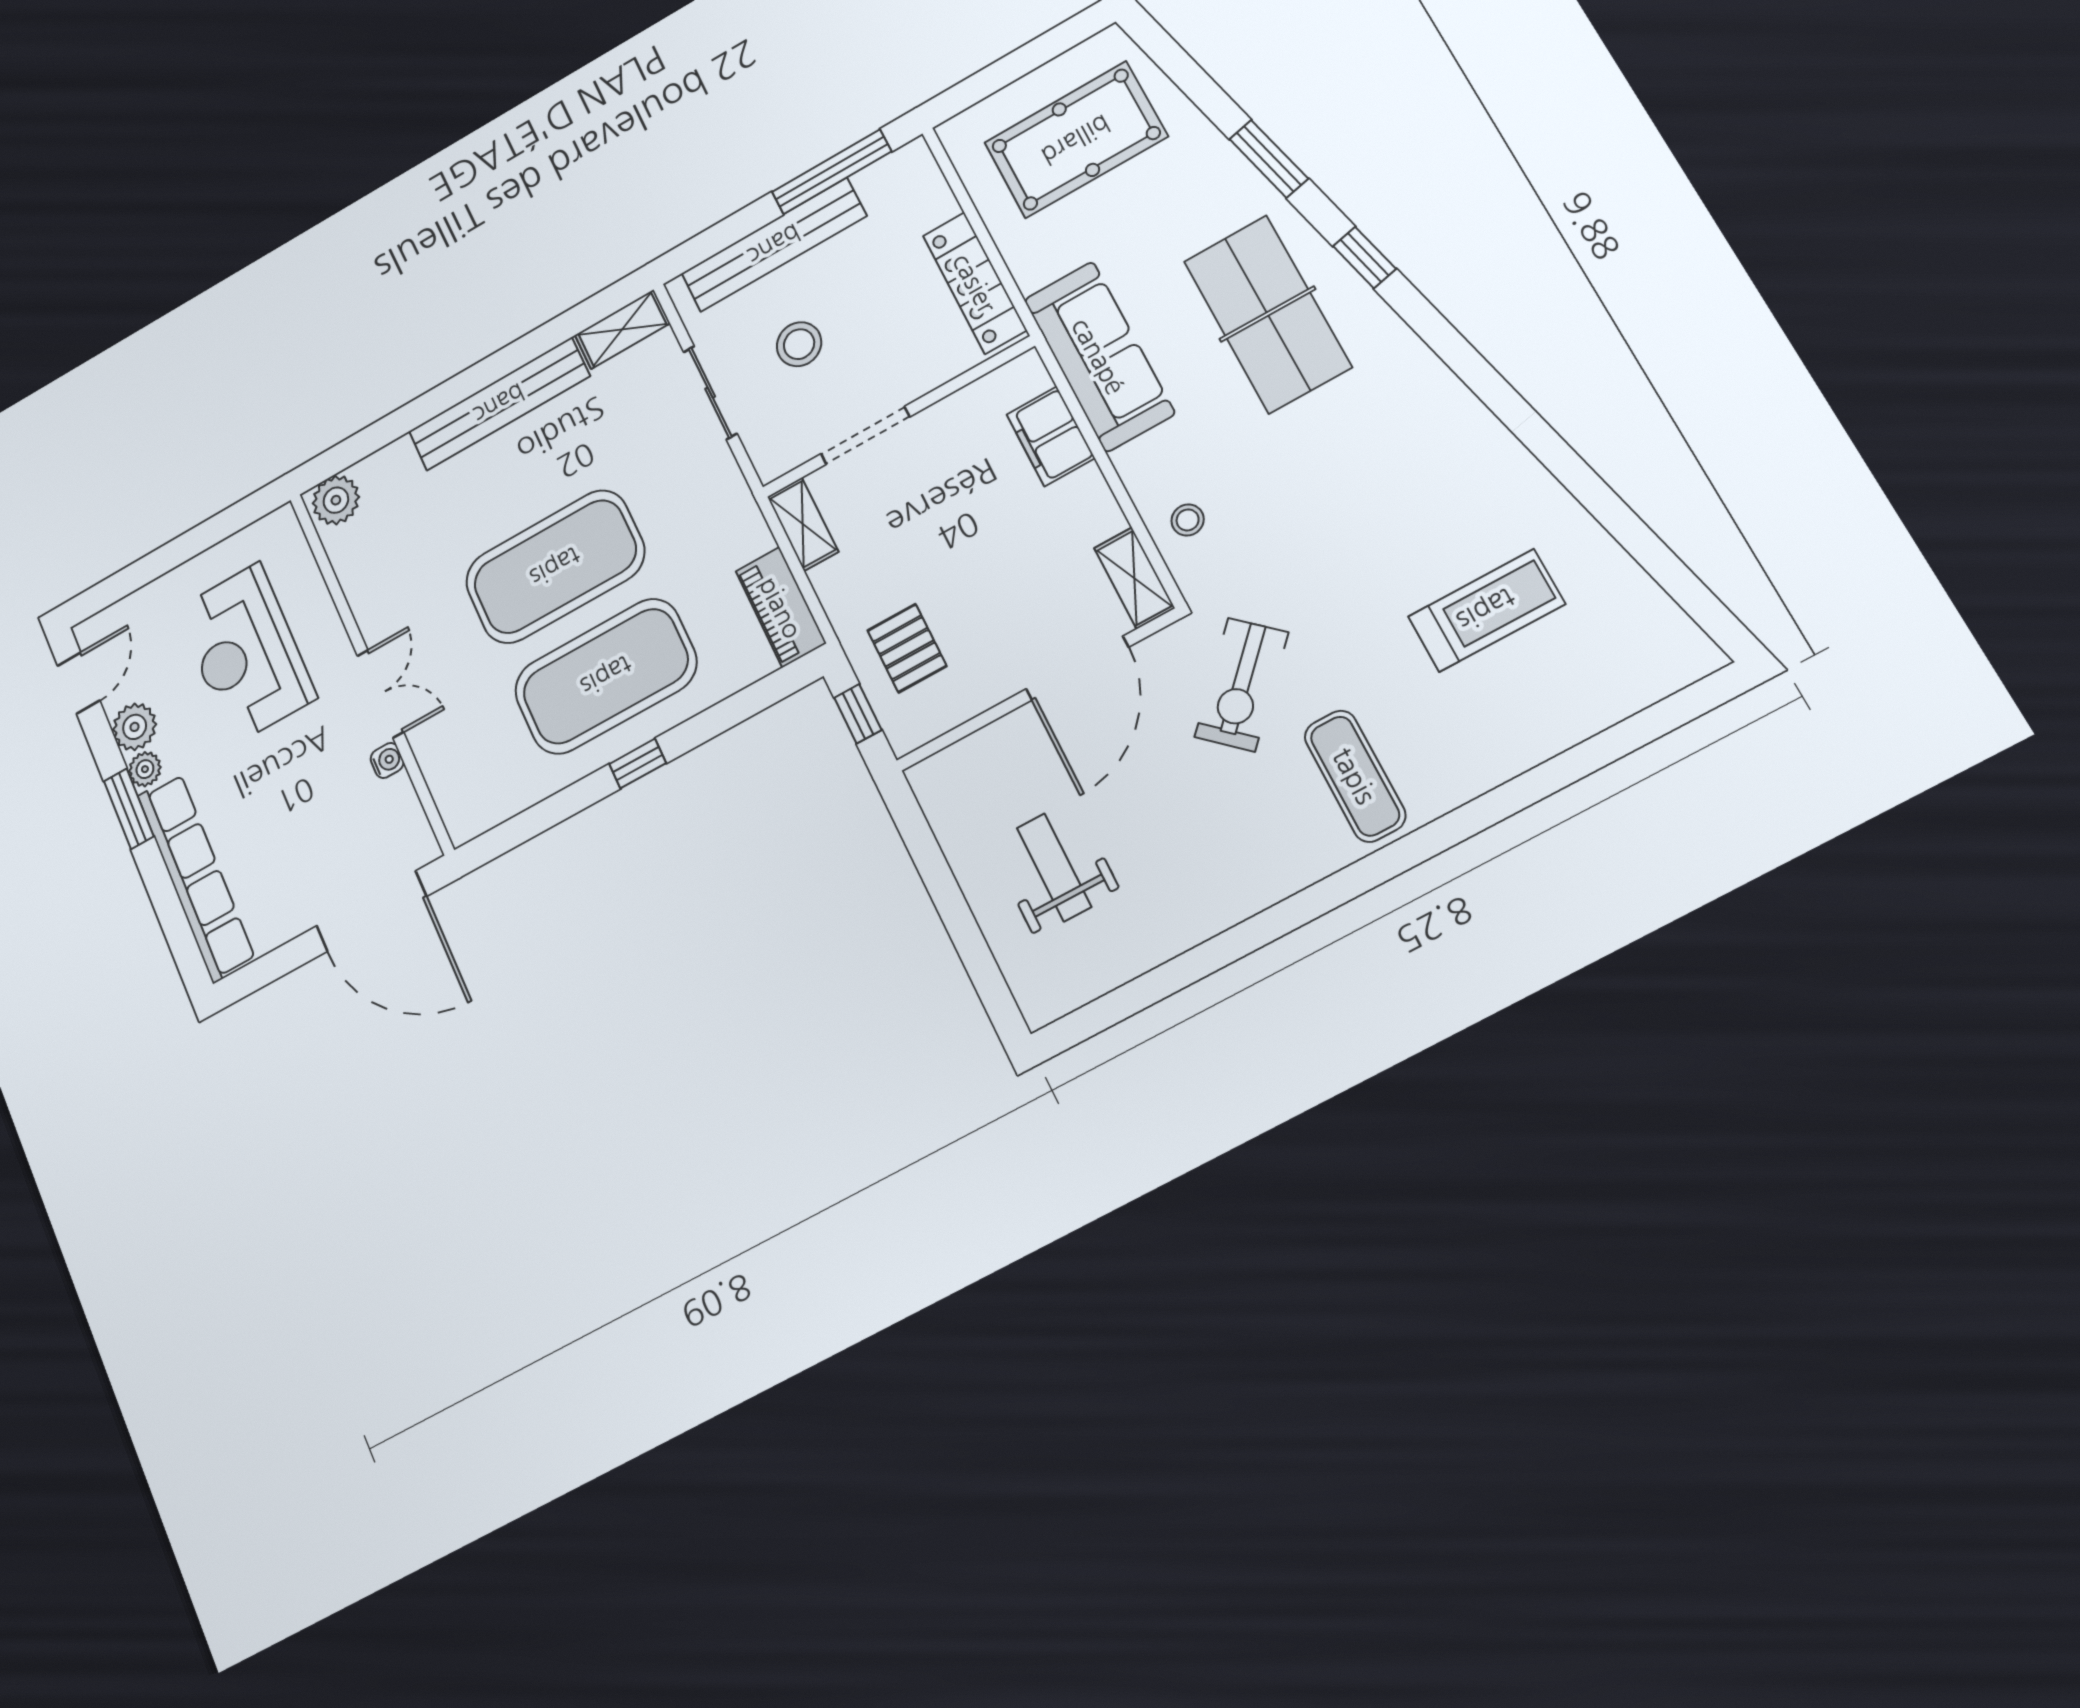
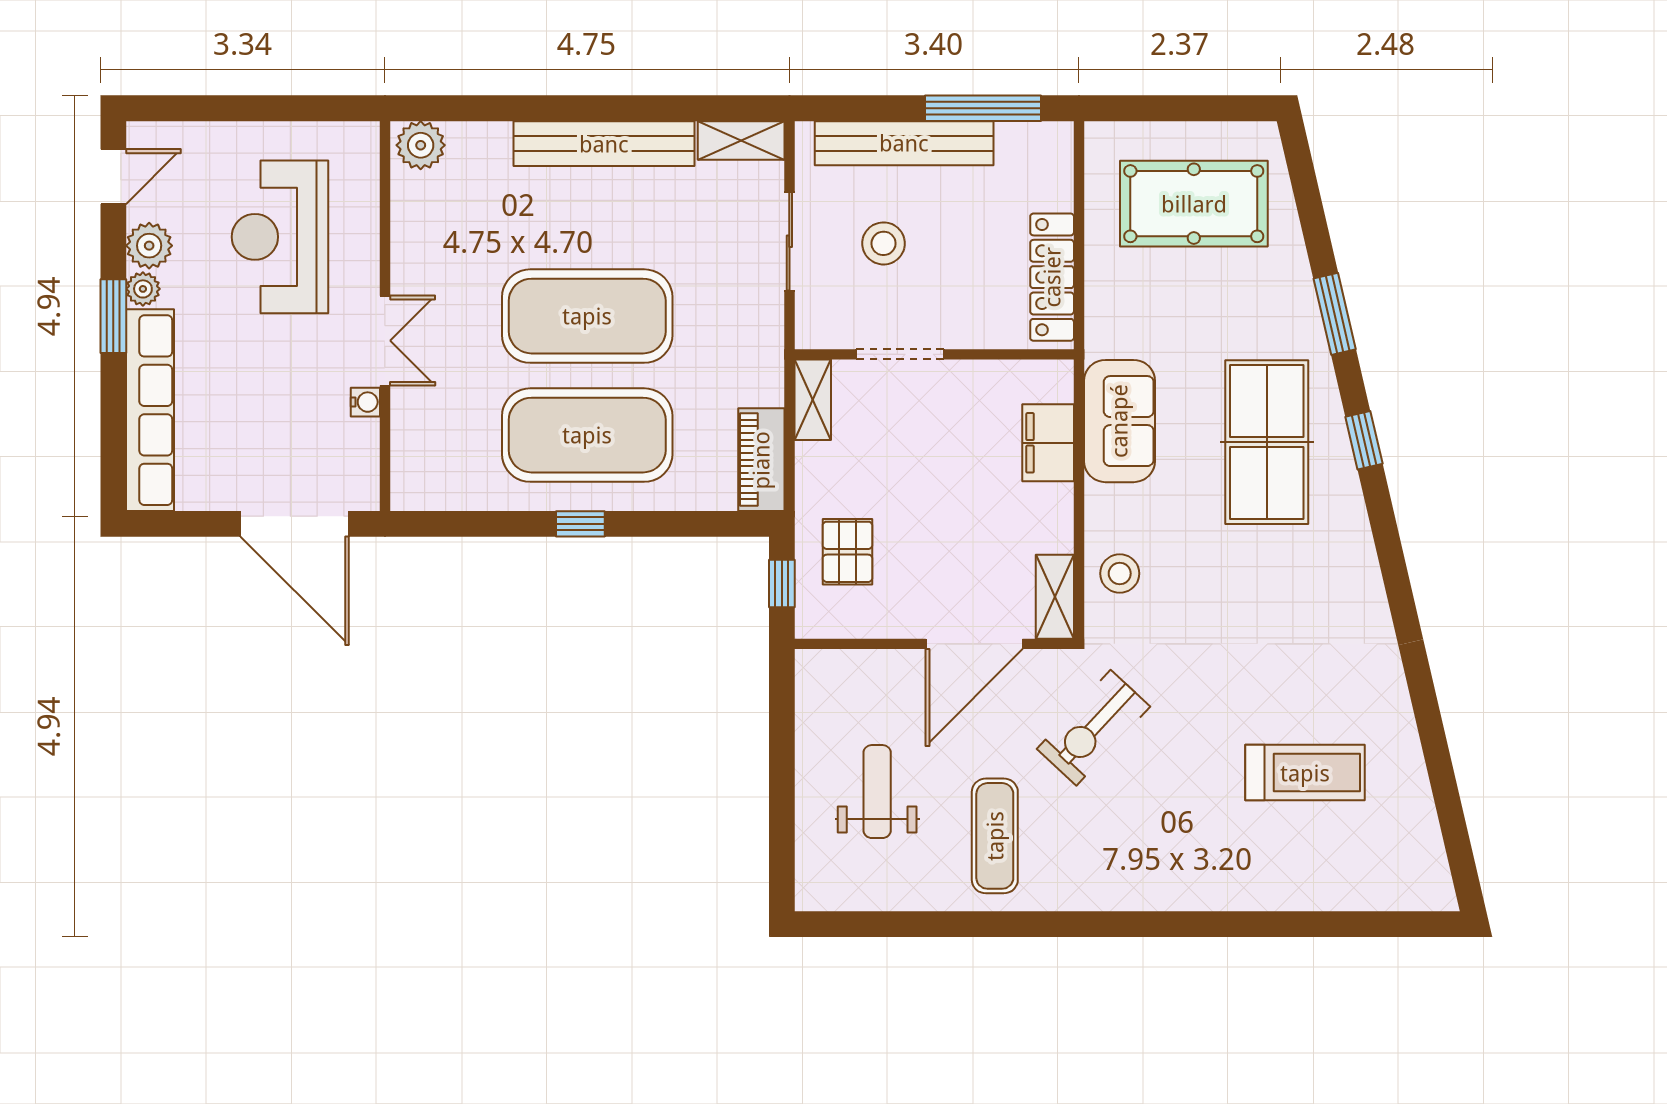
sofa: (1099, 356) -> (1119, 421), width x0.73
stool: (1188, 520) -> (1120, 573), width x1.37, depth x1.37
exercise mat: (1355, 776) -> (995, 836), moved

